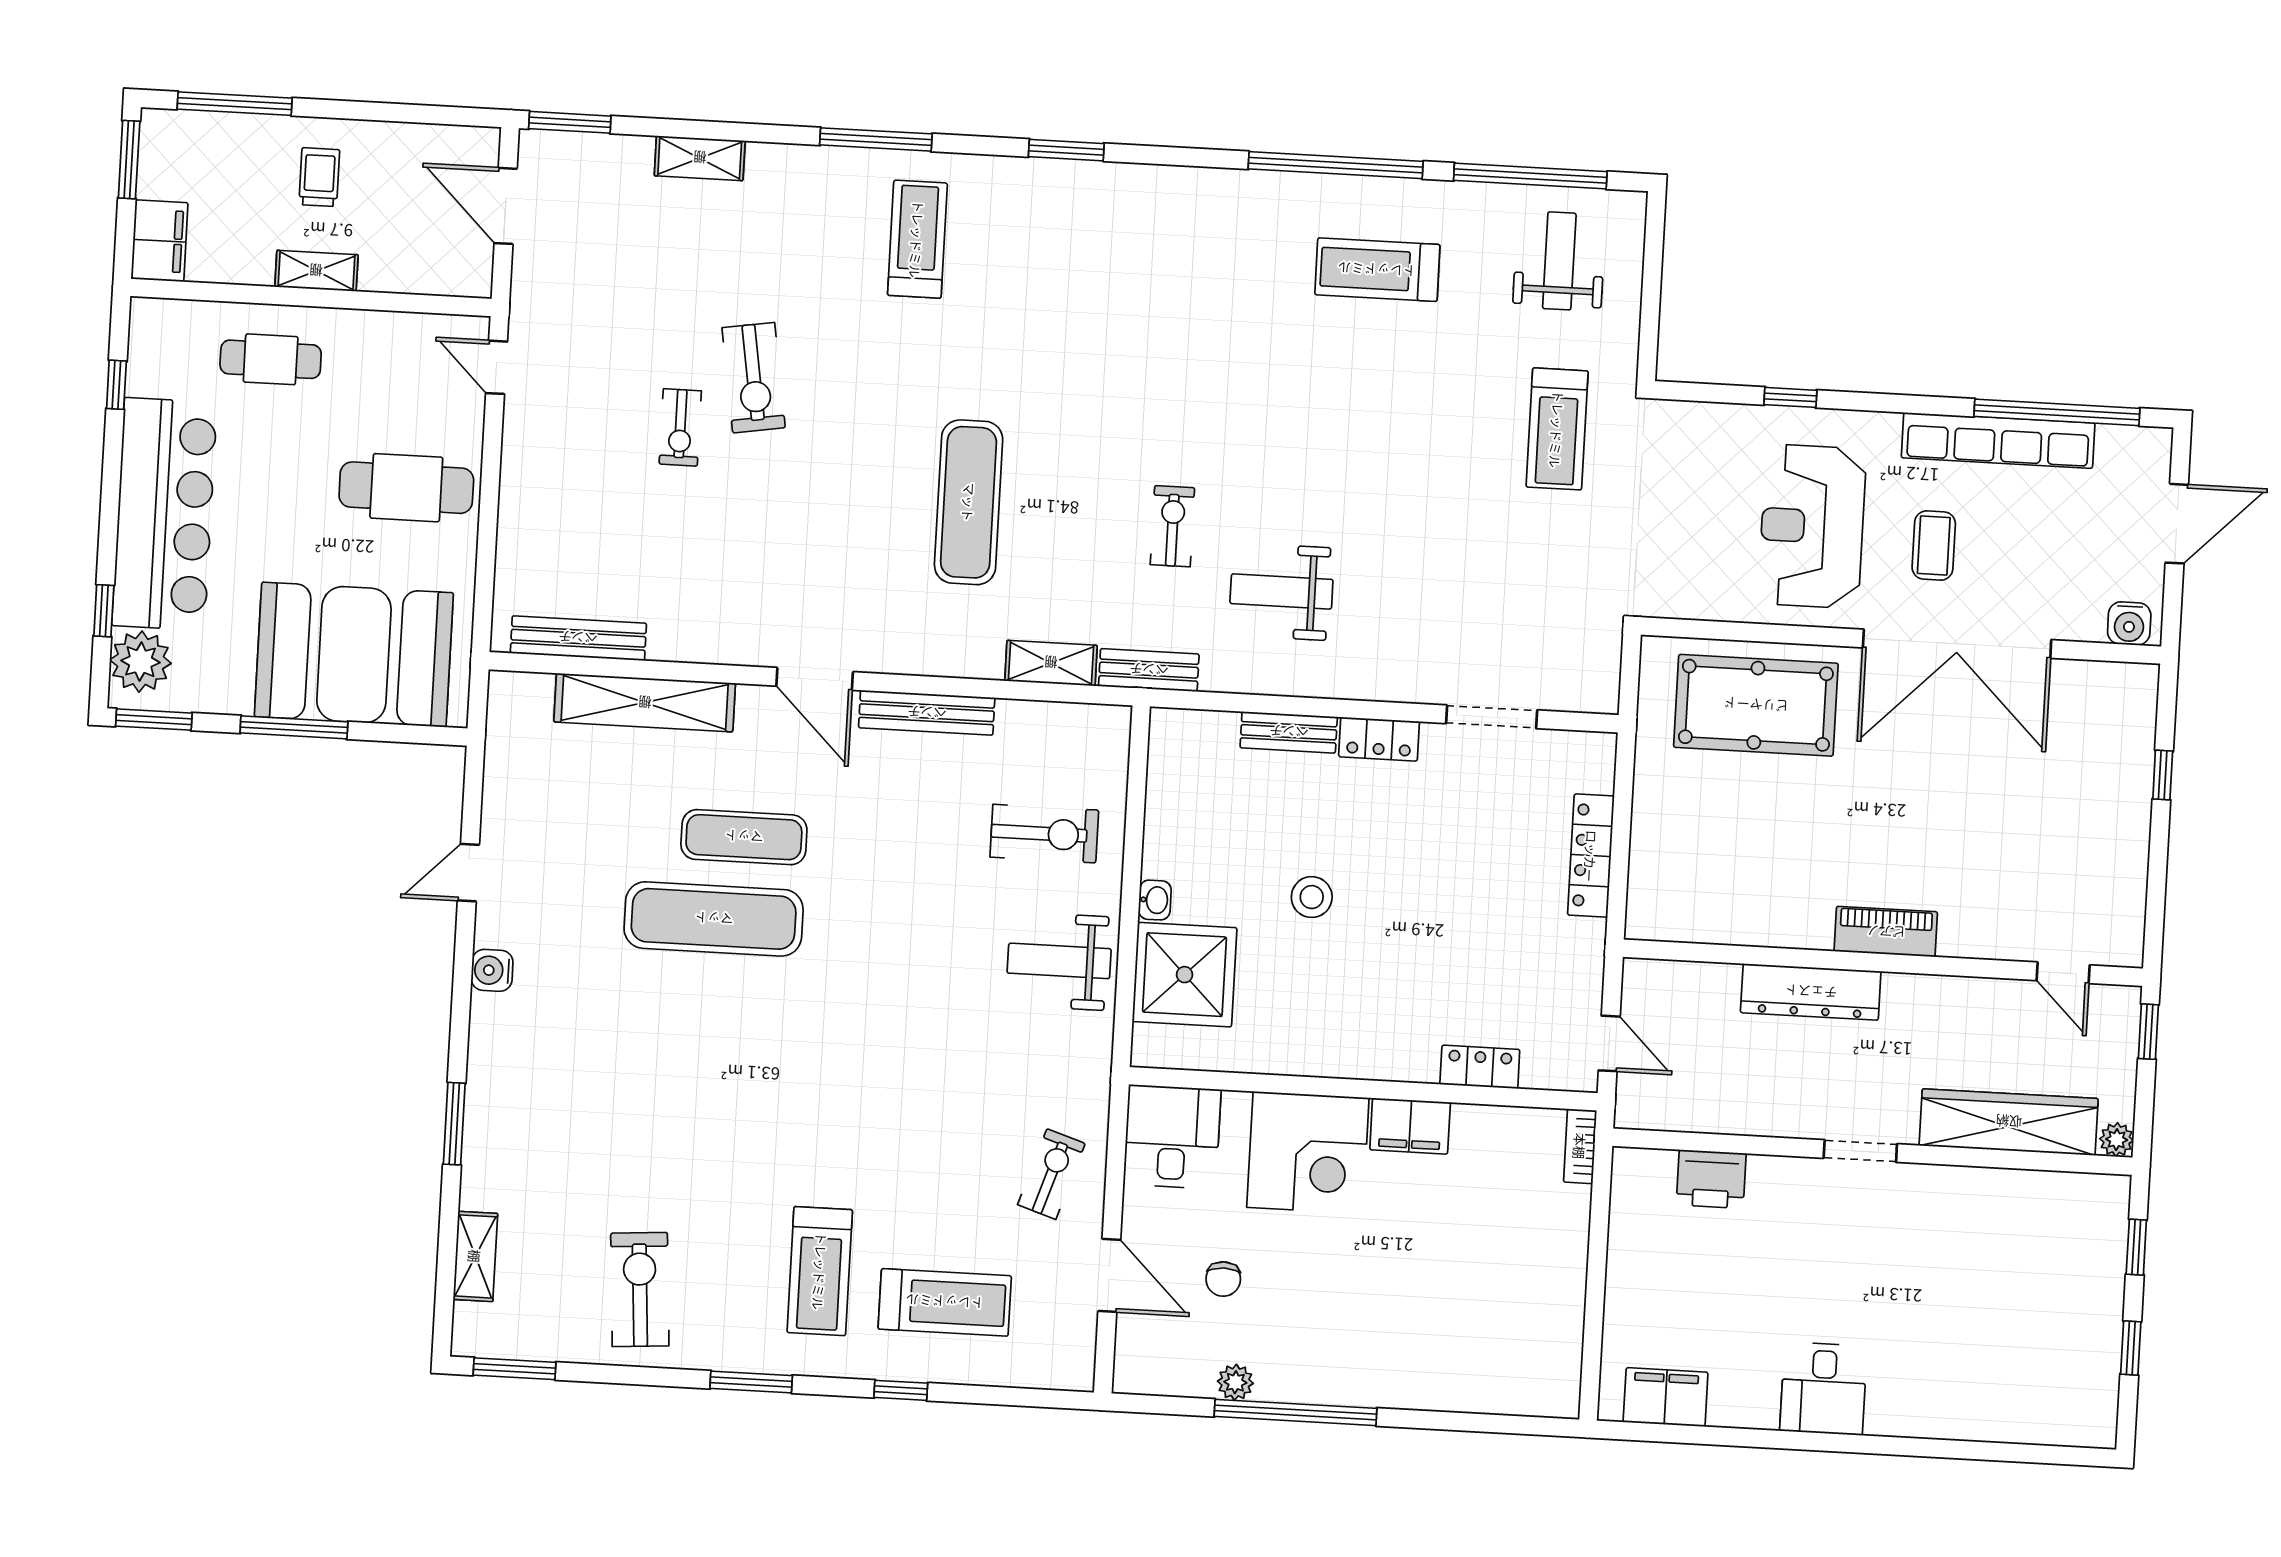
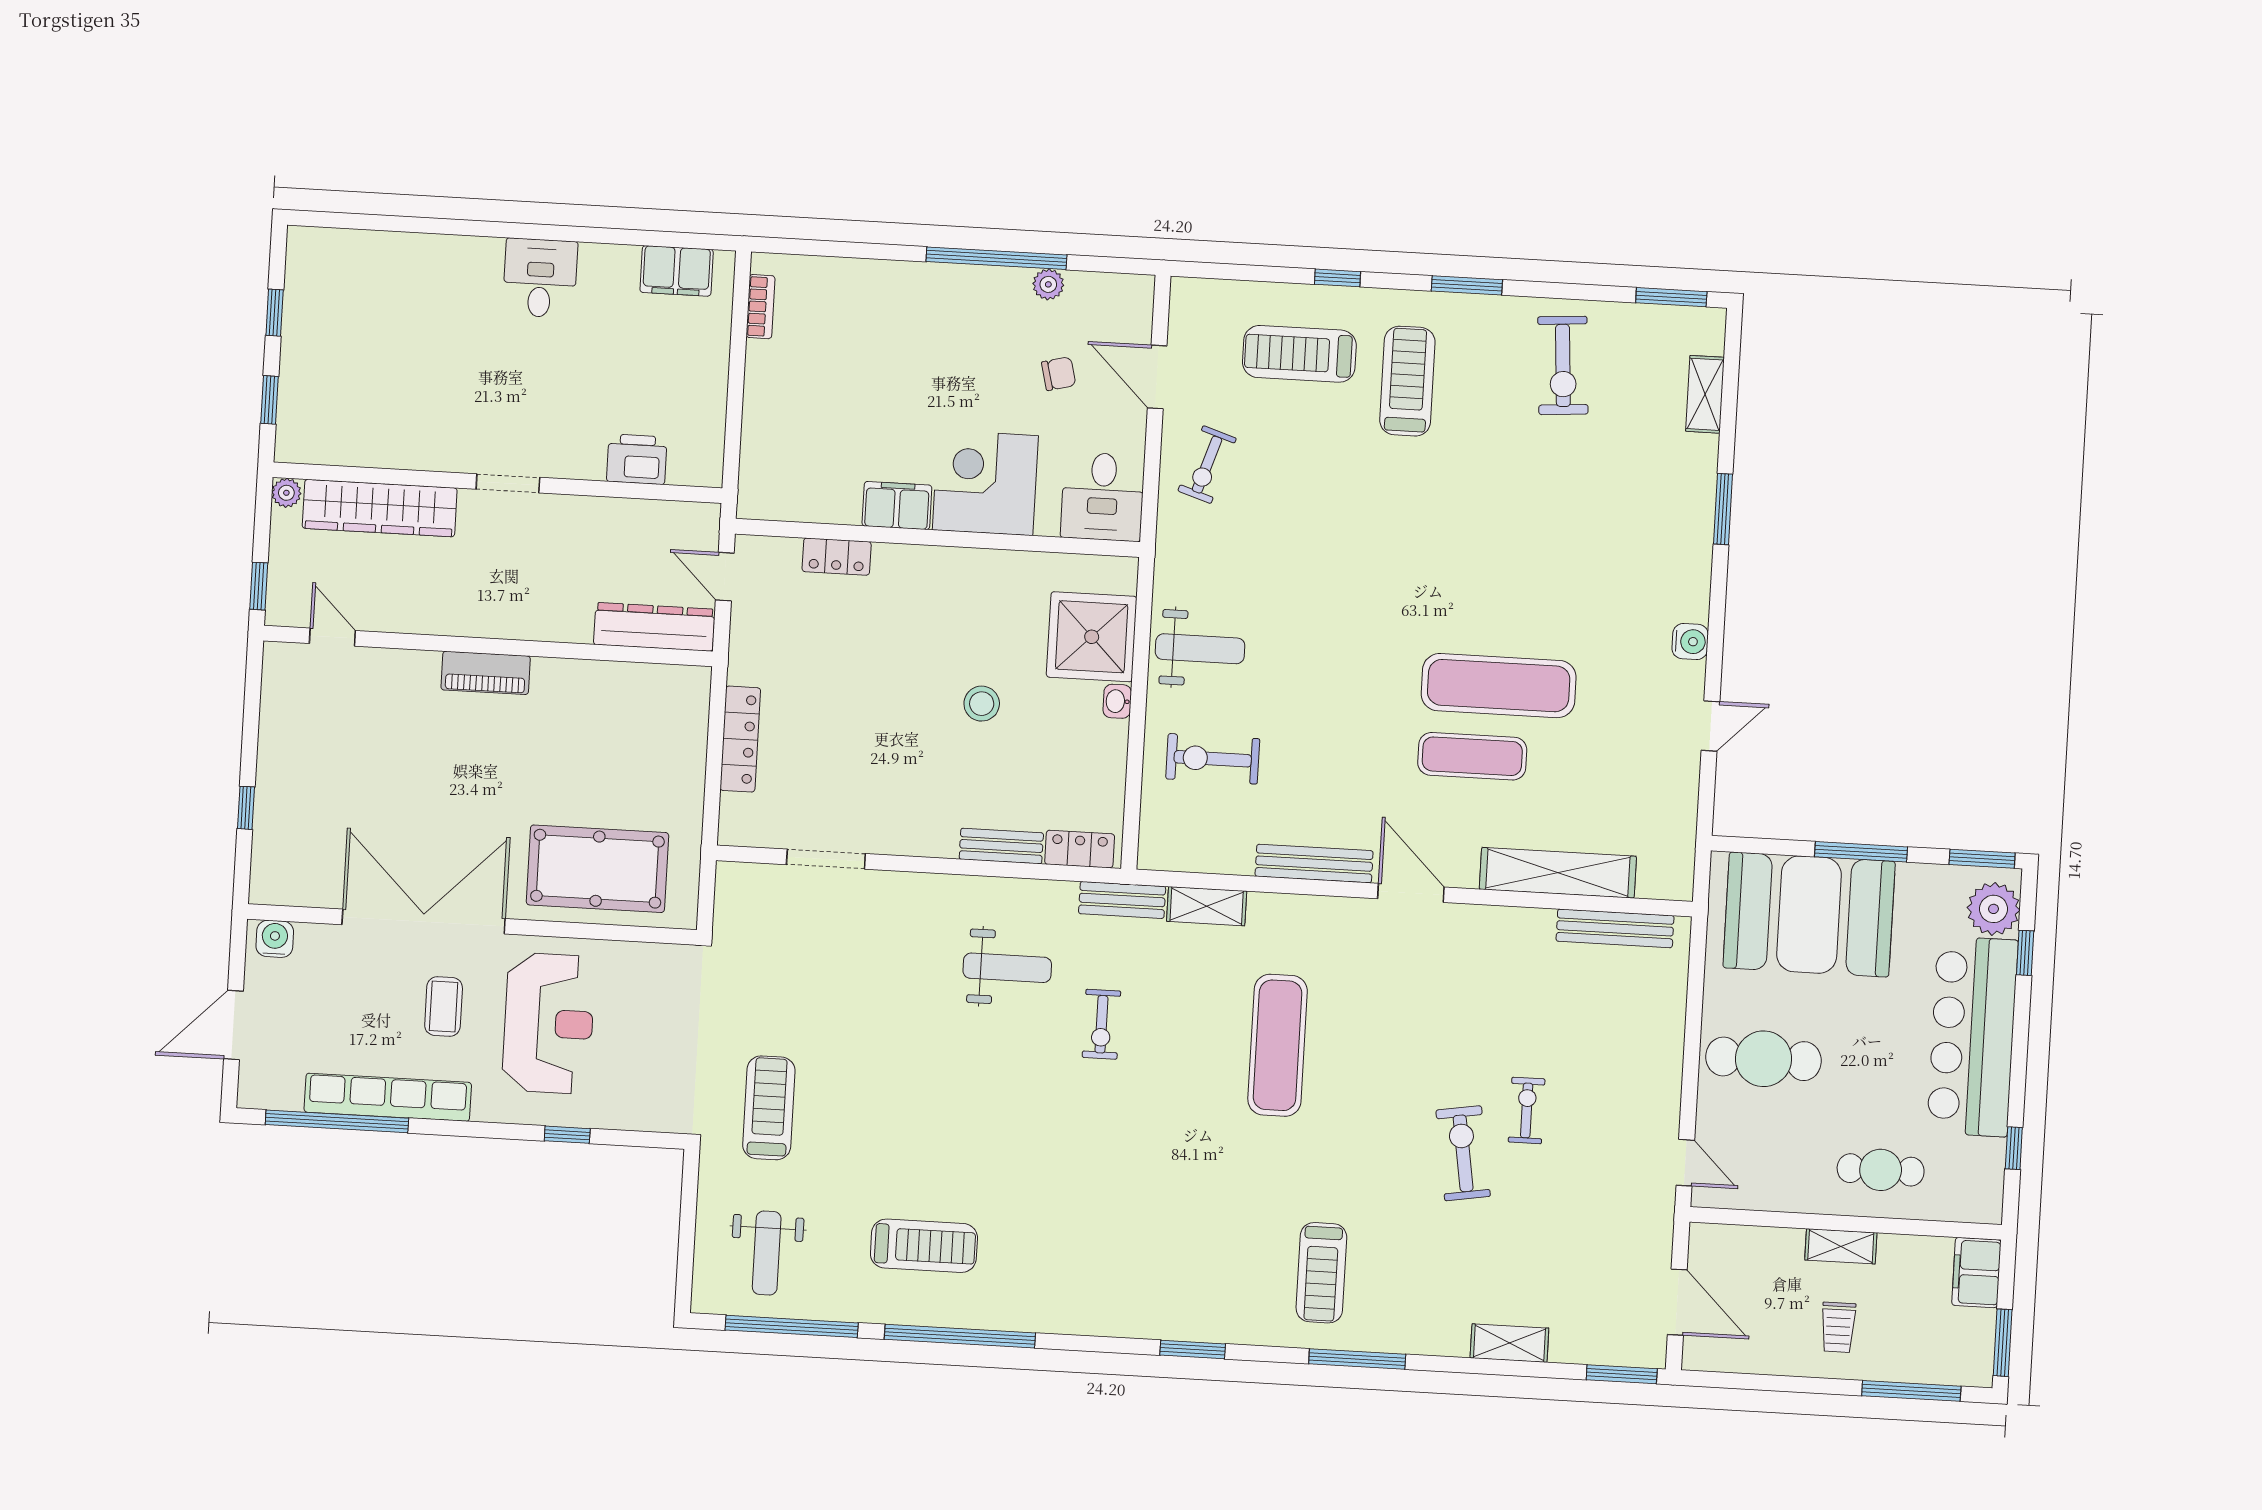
locker: (1379, 739) -> (1080, 849), moved
dresser: (1811, 992) -> (654, 627), moved
bookcase: (1580, 1146) -> (761, 307), moved
chair: (1223, 1279) -> (1059, 374), turned 76

